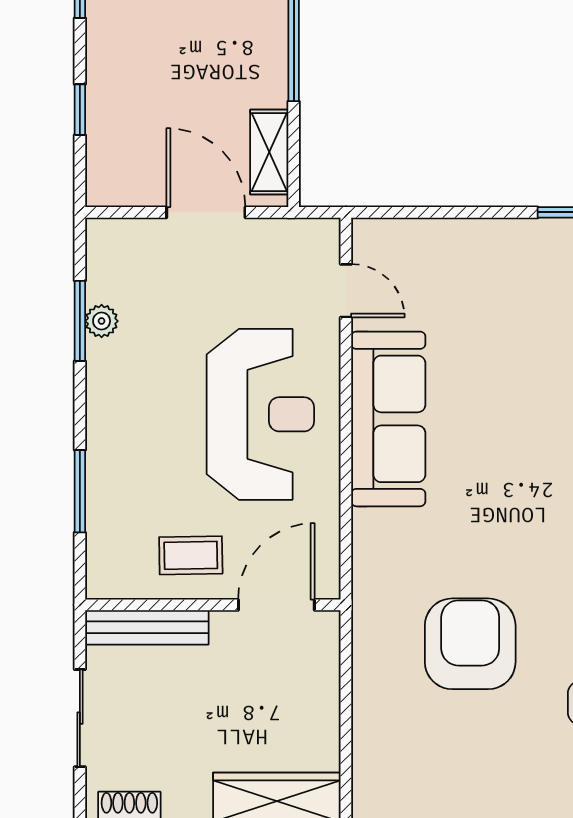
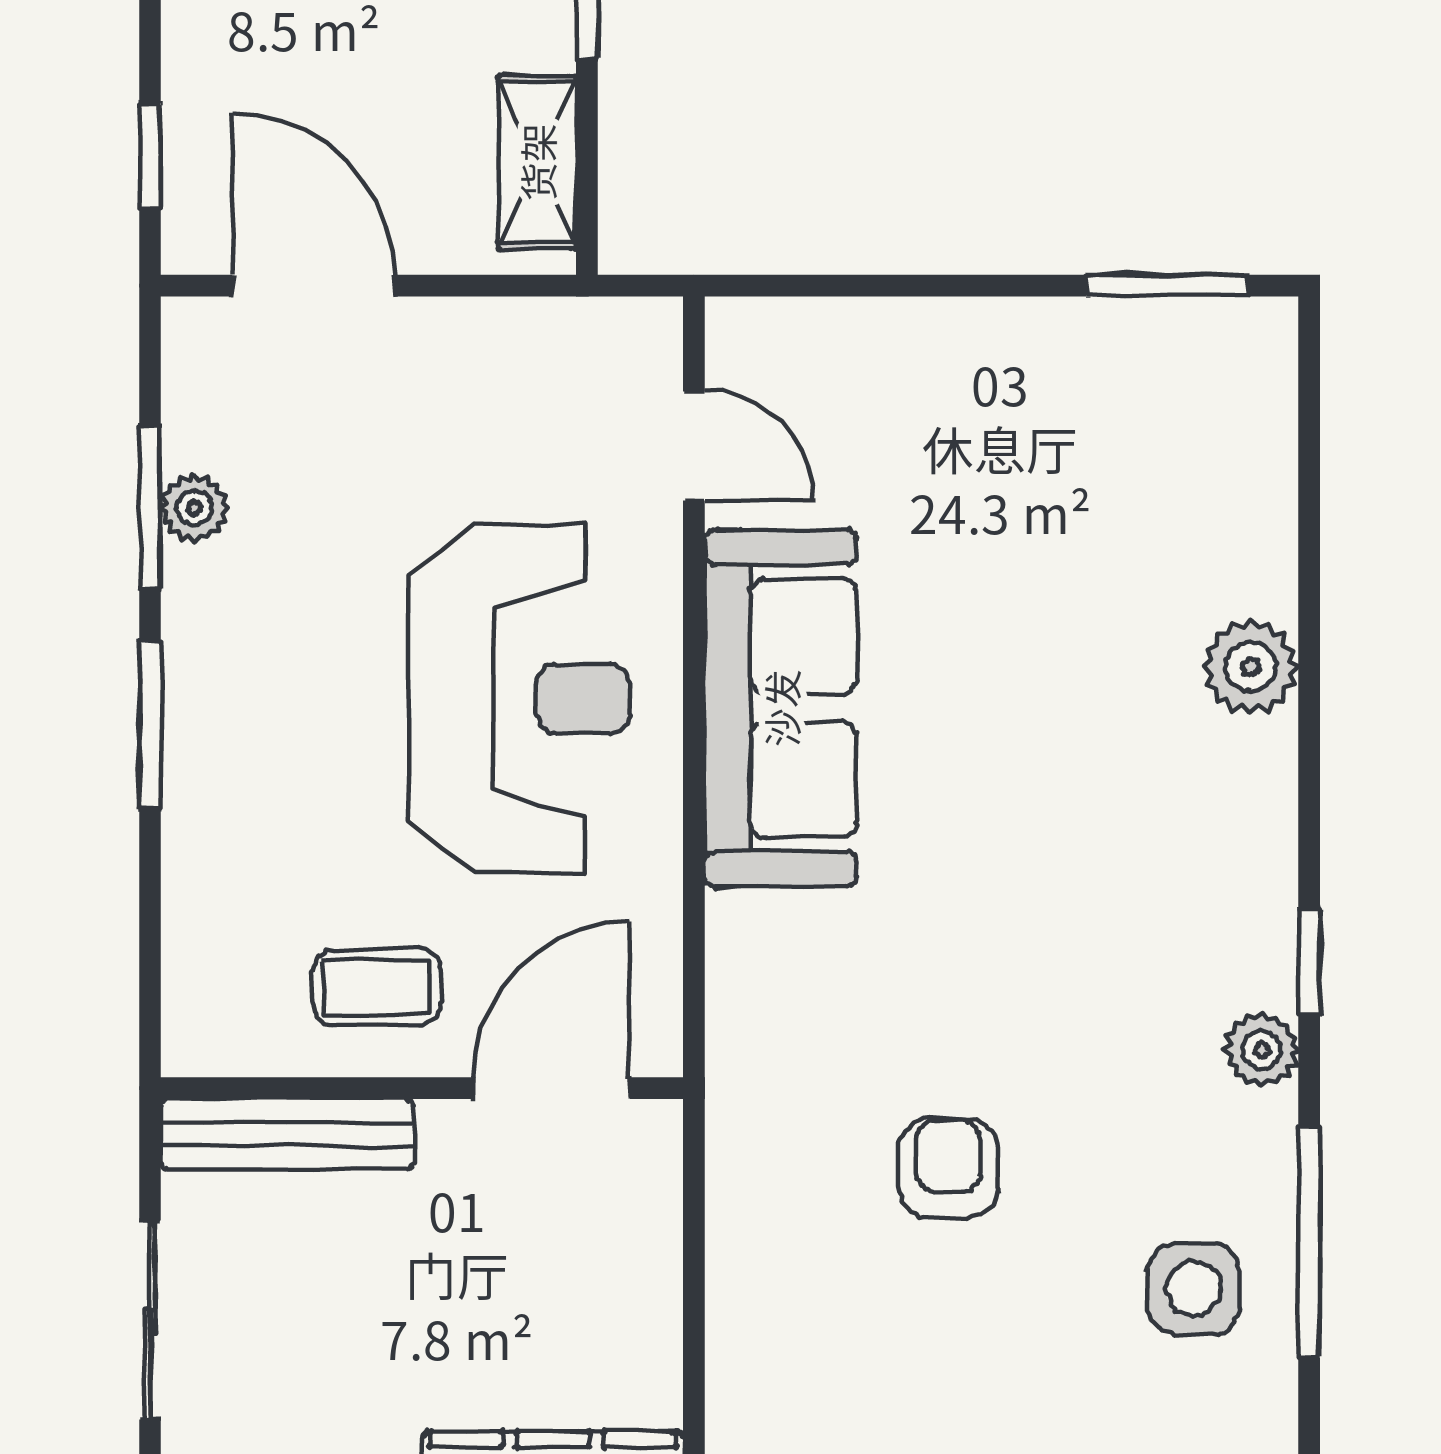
window: (80, 110) -> (150, 155), moved
door: (206, 212) -> (313, 286), moved
window: (80, 491) -> (150, 725), moved
armchair: (470, 644) -> (948, 1168), width x0.53, depth x0.53

